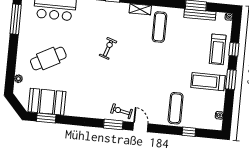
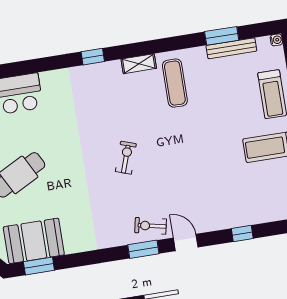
exercise bike: (108, 48) -> (126, 158), moved
exercise mat: (176, 108) -> (232, 200), removed
window: (189, 132) -> (242, 233), moved

